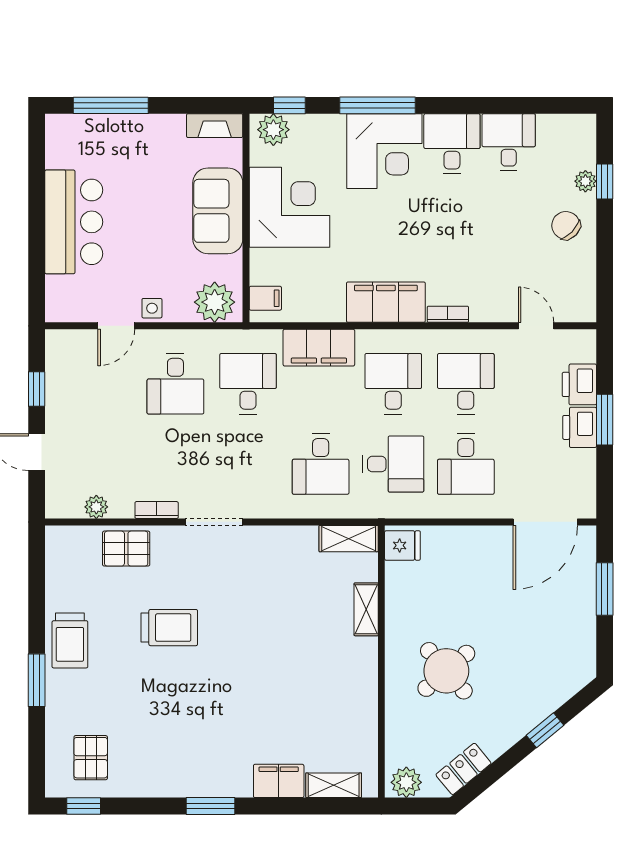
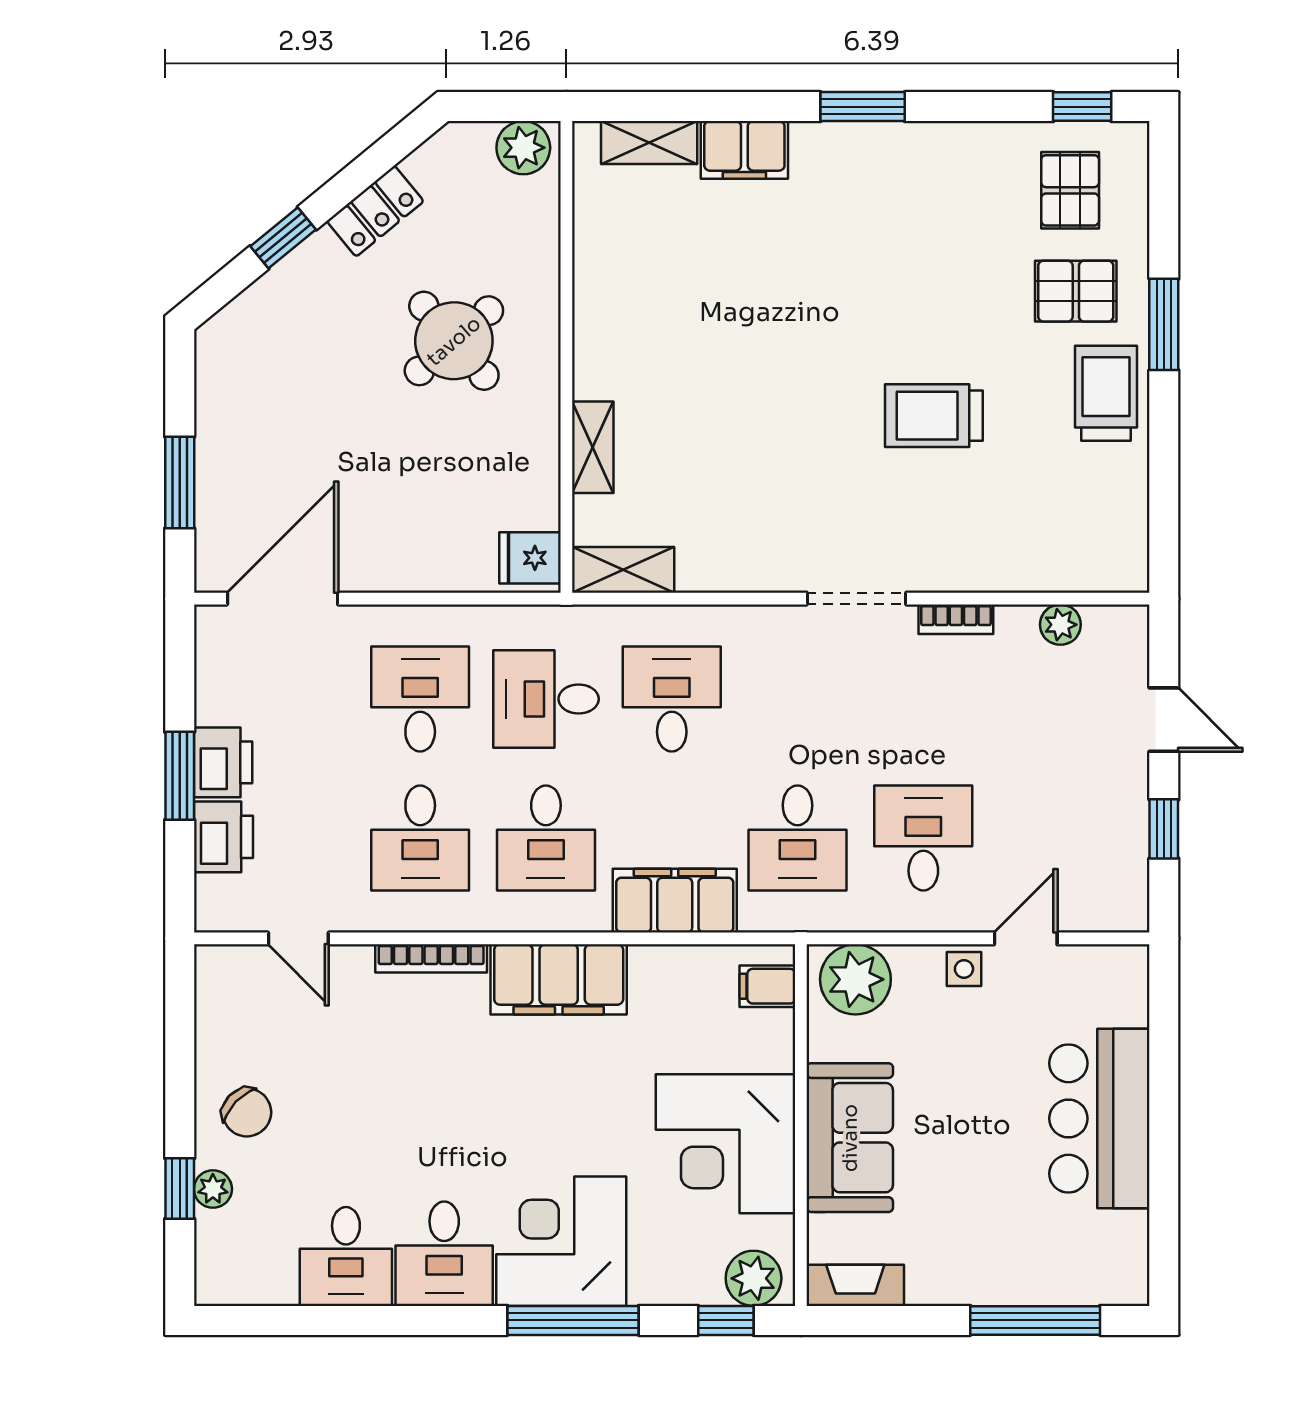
bookcase: (448, 314) -> (431, 958), width x1.56
pallet: (126, 549) -> (1076, 291), moved
locker: (463, 769) -> (375, 211), moved

